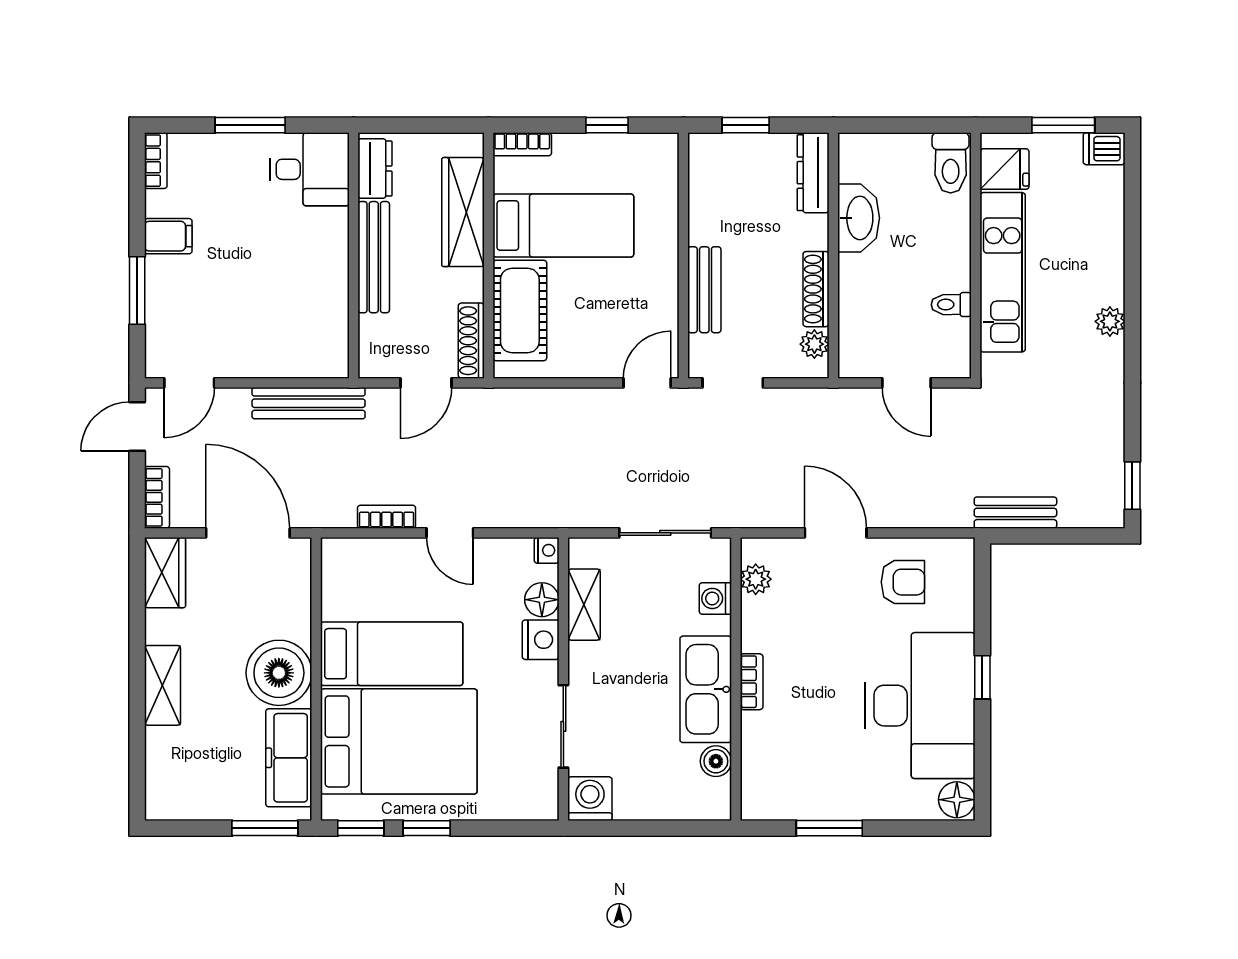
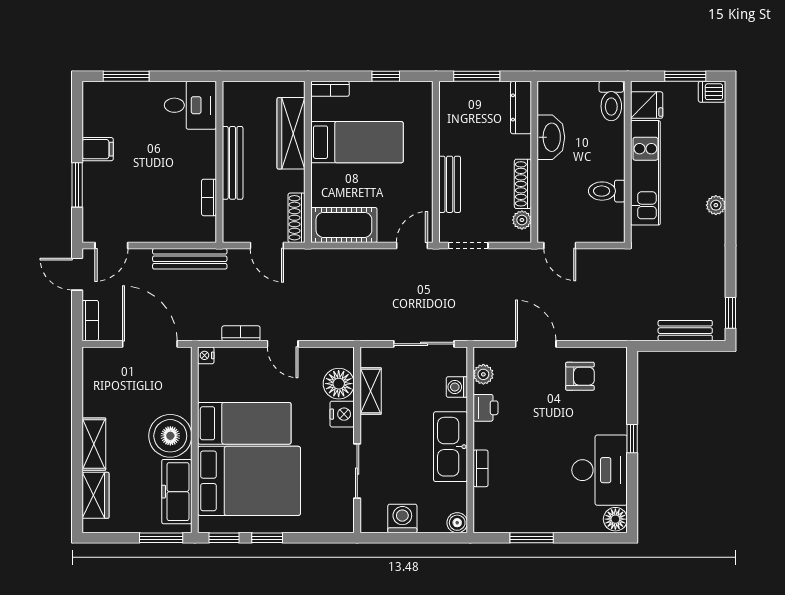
window: (250, 125) -> (126, 76), moved
window: (746, 125) -> (477, 76), width x1.50
bookcase: (156, 161) -> (209, 197), moved, turned 180
dresser: (375, 169) -> (233, 105), removed
toilet: (951, 305) -> (607, 191), width x1.37, depth x1.39
cot: (520, 310) -> (344, 225), moved, turned 90
door: (426, 383) -> (267, 245), hinge flipped
door: (907, 383) -> (560, 245), moved
door: (137, 426) -> (77, 274), hinge flipped
bench: (1015, 513) -> (685, 331), moved
nightstand: (547, 550) -> (206, 355), moved, turned 180
wardrobe: (165, 573) -> (95, 495), moved
floor lamp: (542, 600) -> (339, 384), width x1.38, depth x1.38
printer: (759, 630) -> (486, 408), added
bookcase: (752, 682) -> (481, 468), moved
desk: (920, 706) -> (600, 470), width x0.73, depth x0.77
boiler: (716, 761) -> (457, 523), moved
washing machine: (590, 799) -> (402, 518), moved

